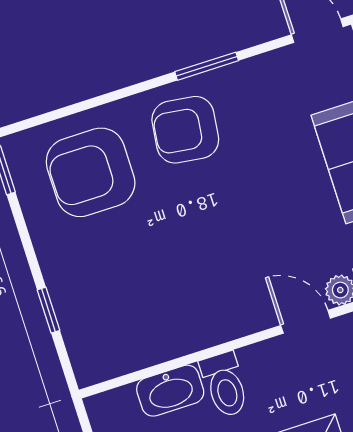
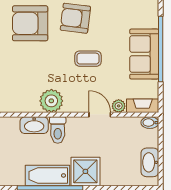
coffee table: (241, 209) -> (88, 59), added
plant: (191, 326) -> (51, 101), added

